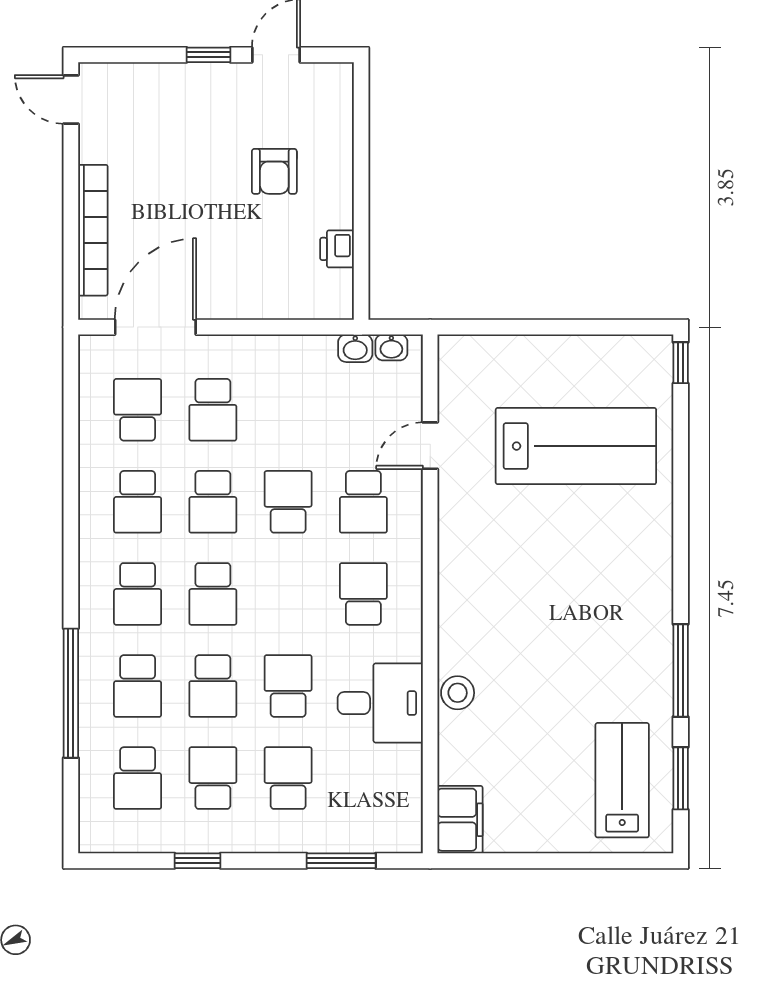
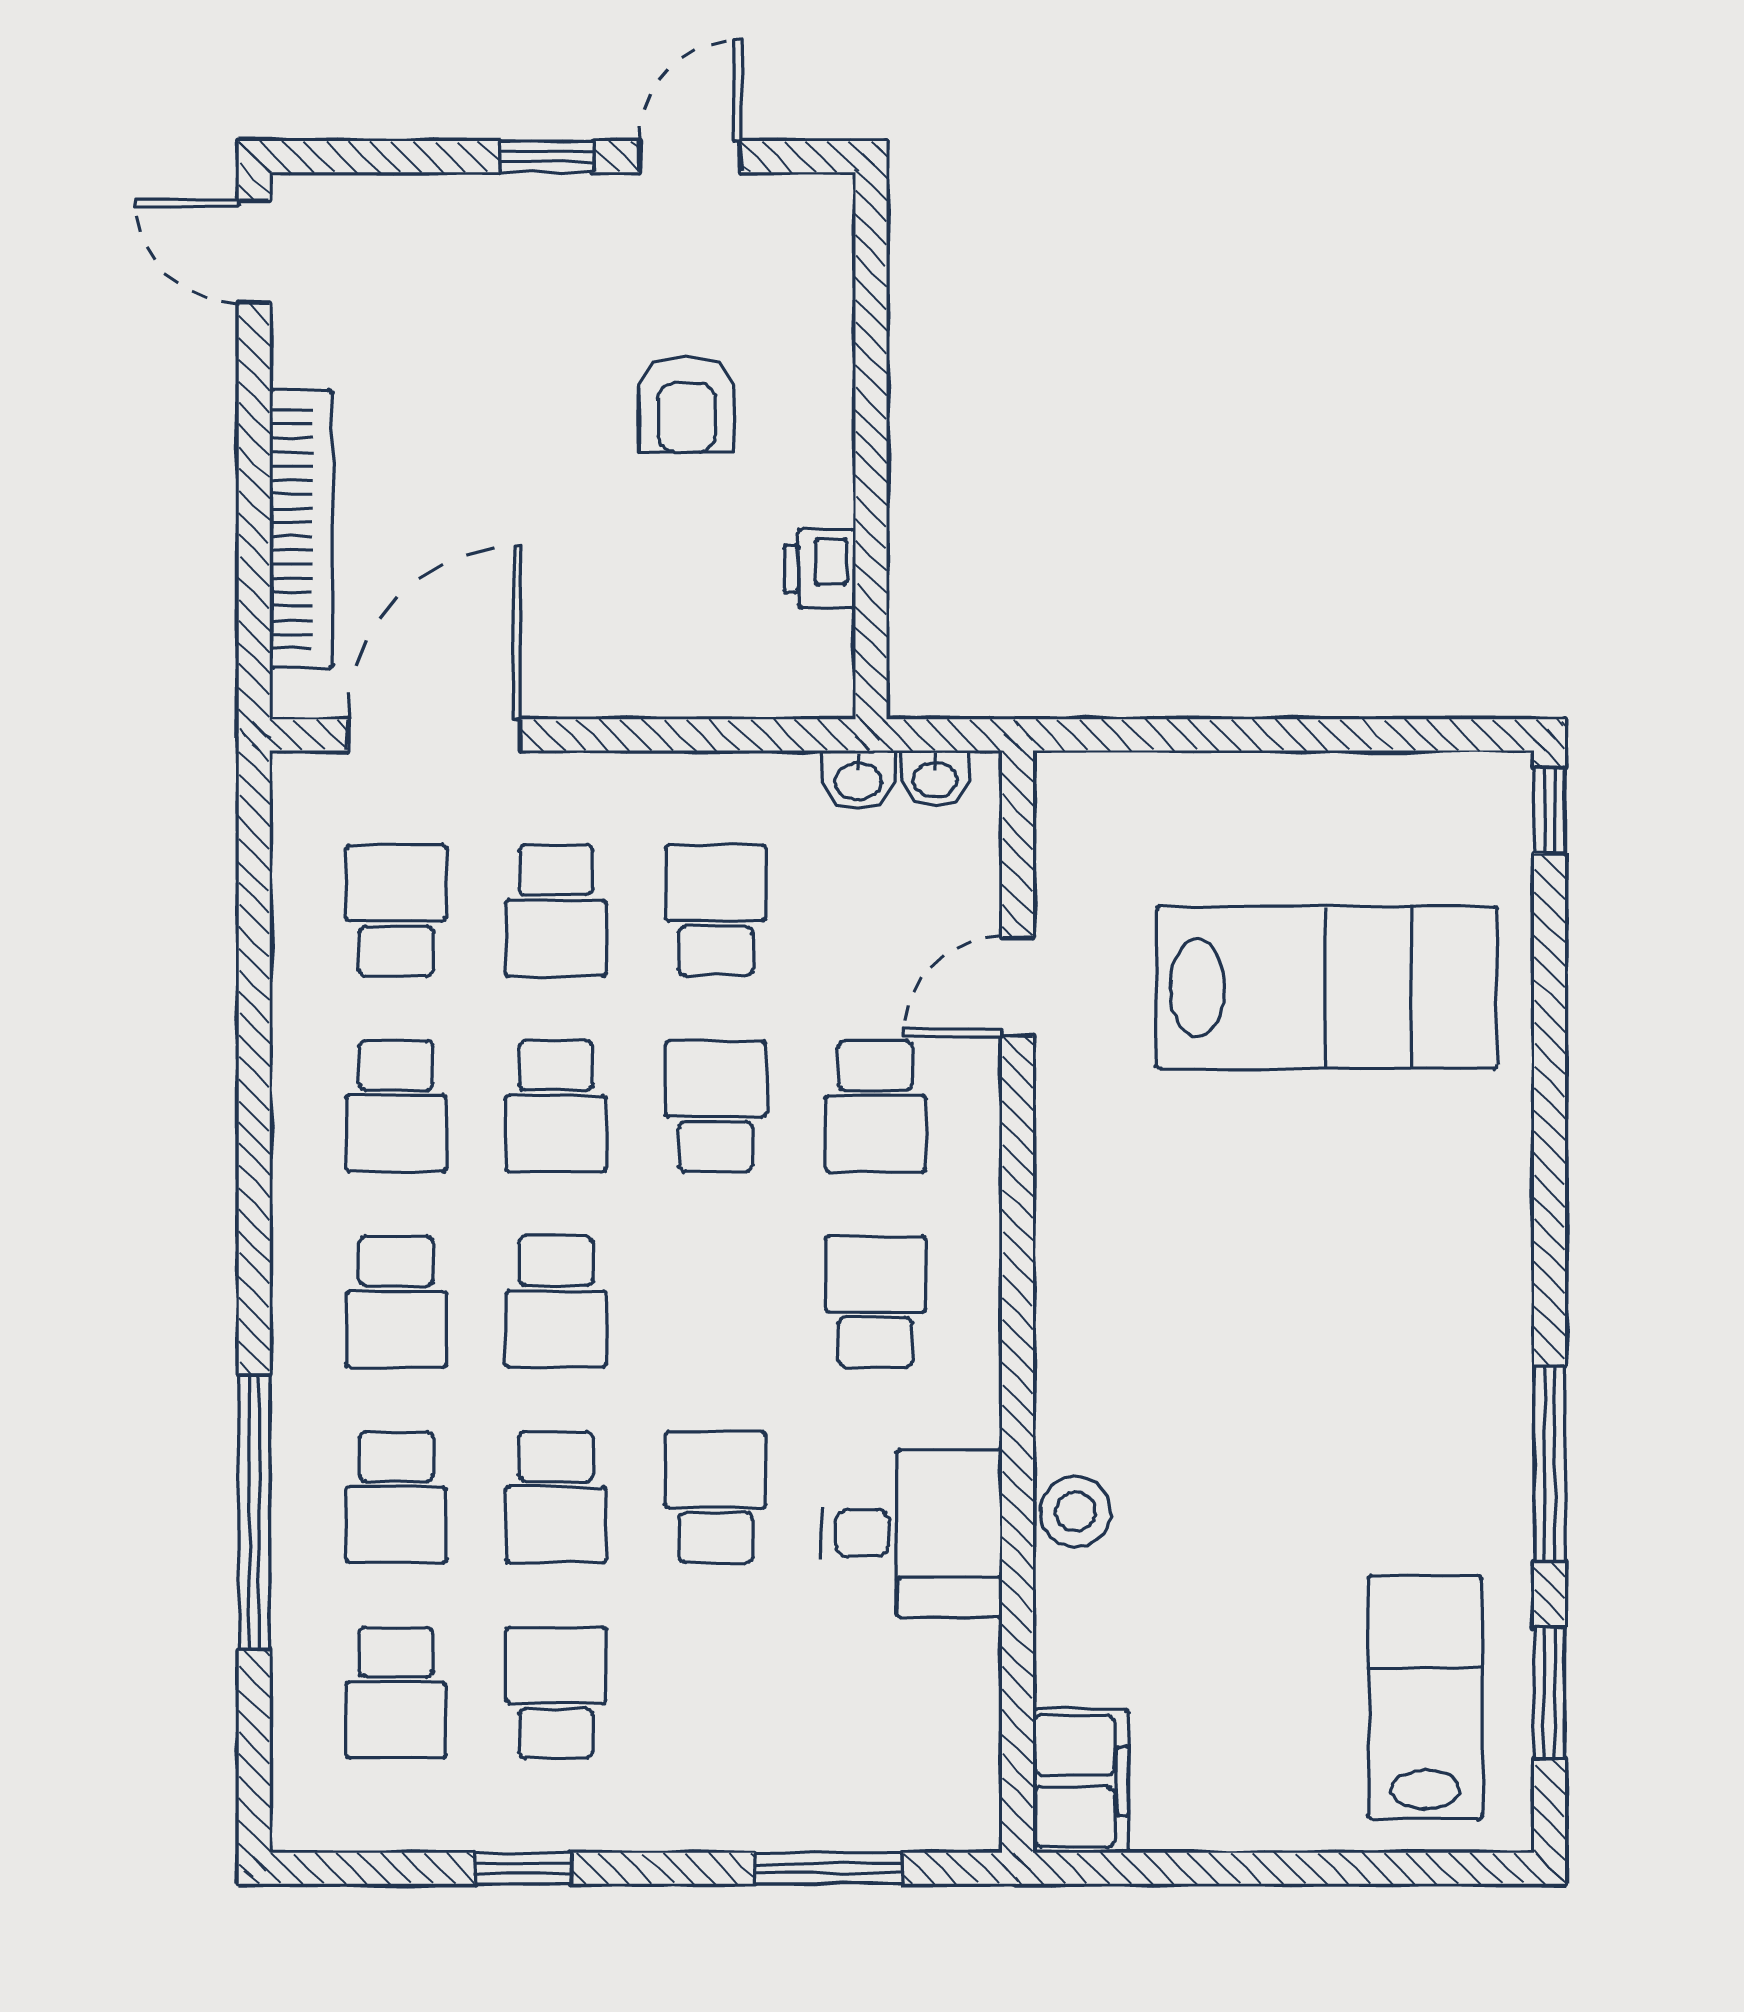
school desk: (288, 778) -> (716, 911), moved

